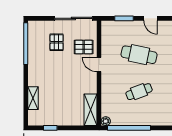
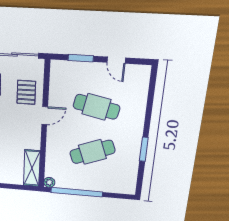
pallet: (84, 47) -> (26, 92), turned 90
door: (99, 65) -> (45, 116), swing flipped
cafe table: (139, 92) -> (92, 152), width x1.37, depth x1.35

